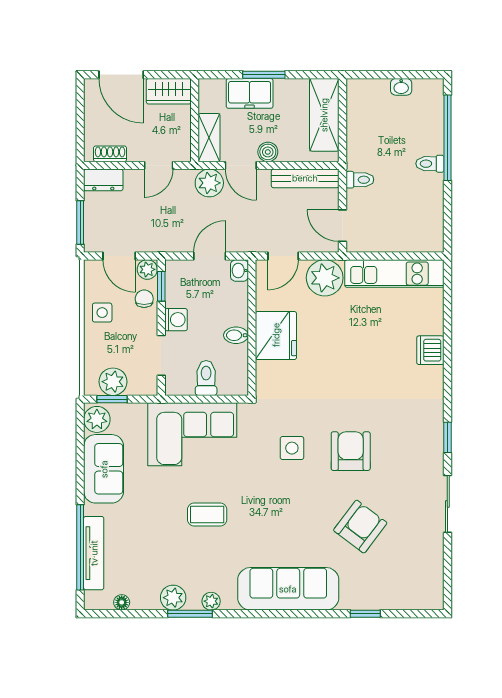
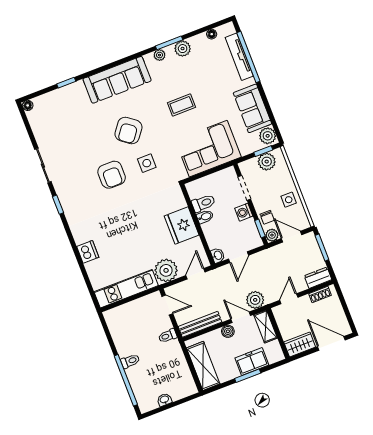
toilet: (206, 378) -> (203, 203), moved, turned -90
armchair: (360, 527) -> (128, 130), moved
floor lamp: (436, 602) -> (28, 105), added

